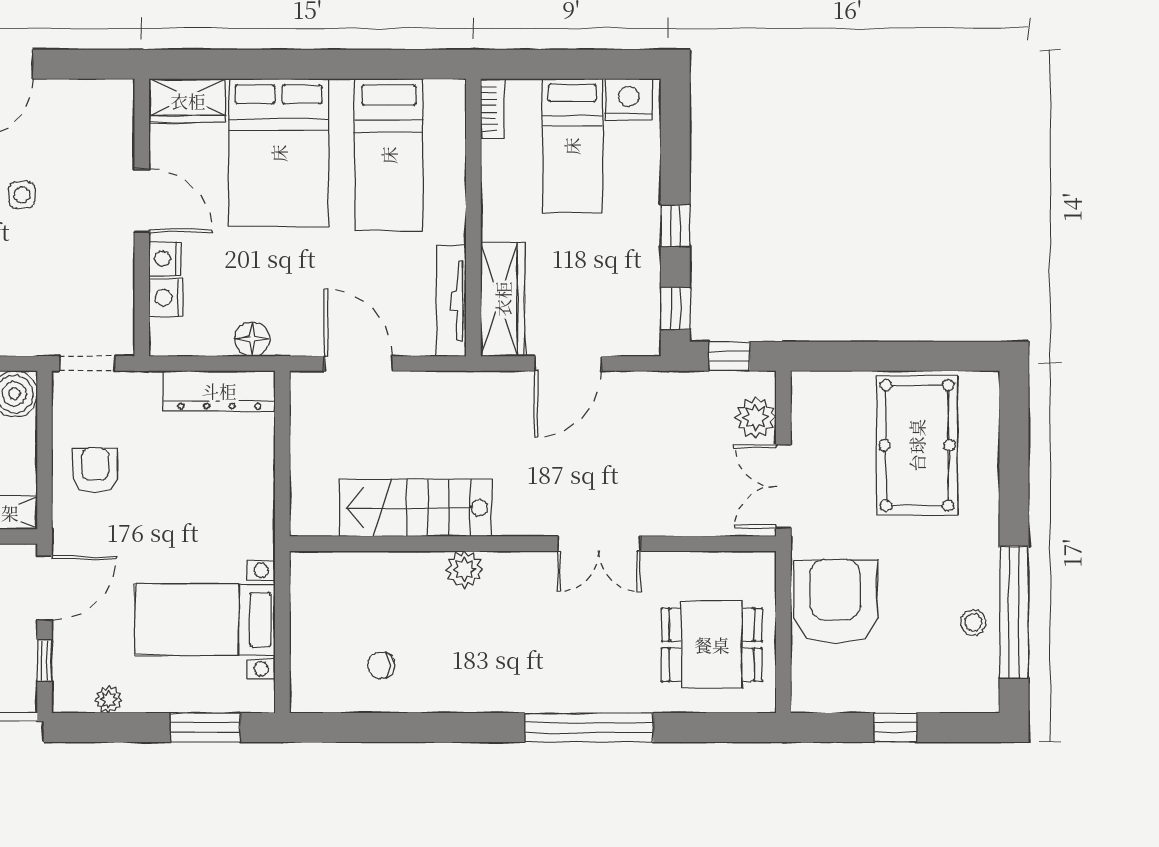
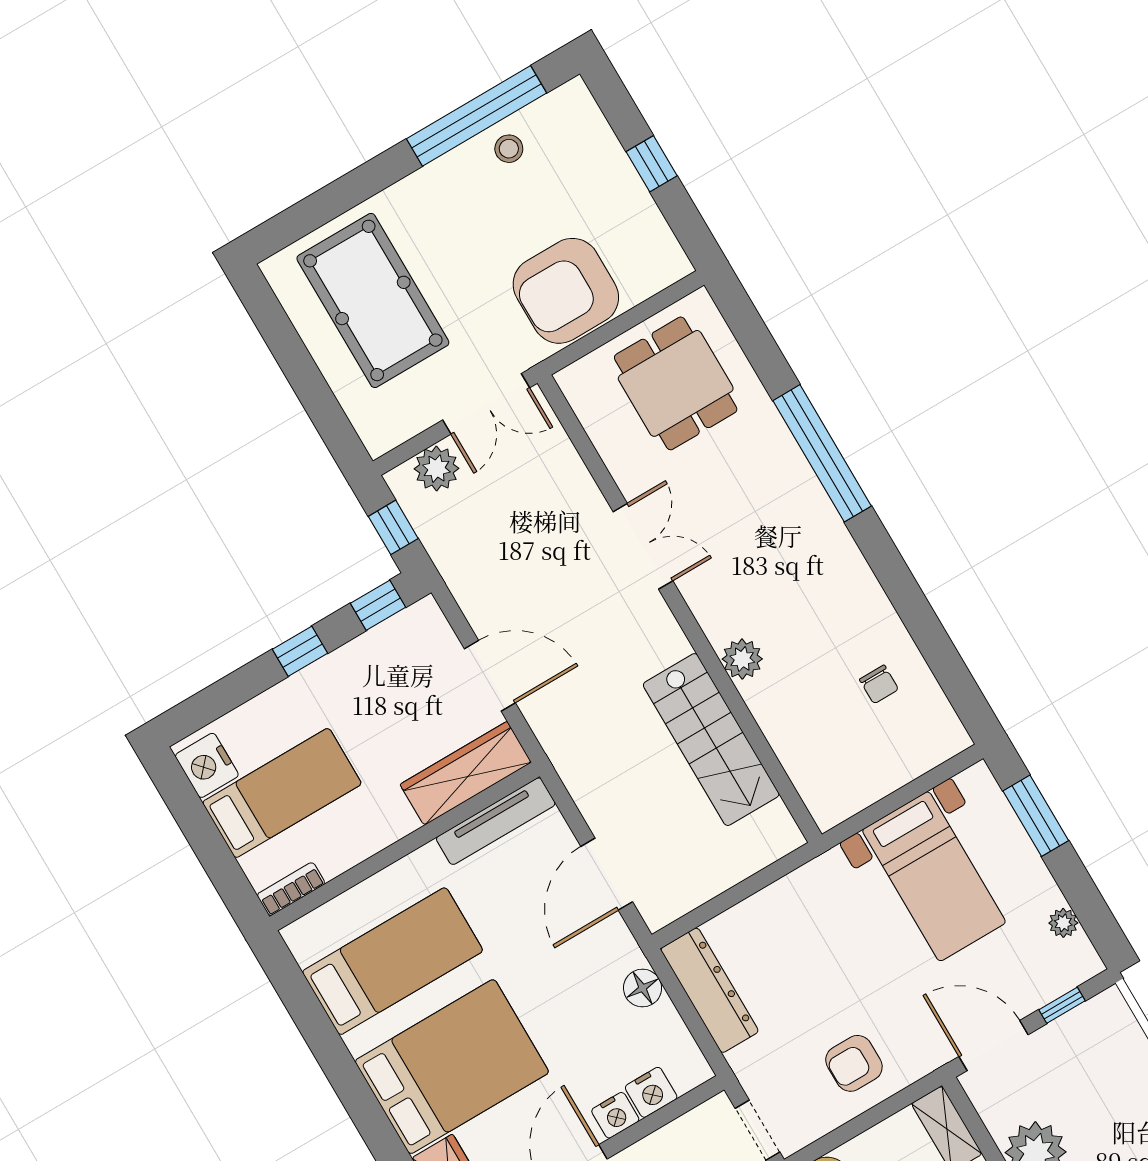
pool table: (917, 445) -> (373, 300), turned 90

